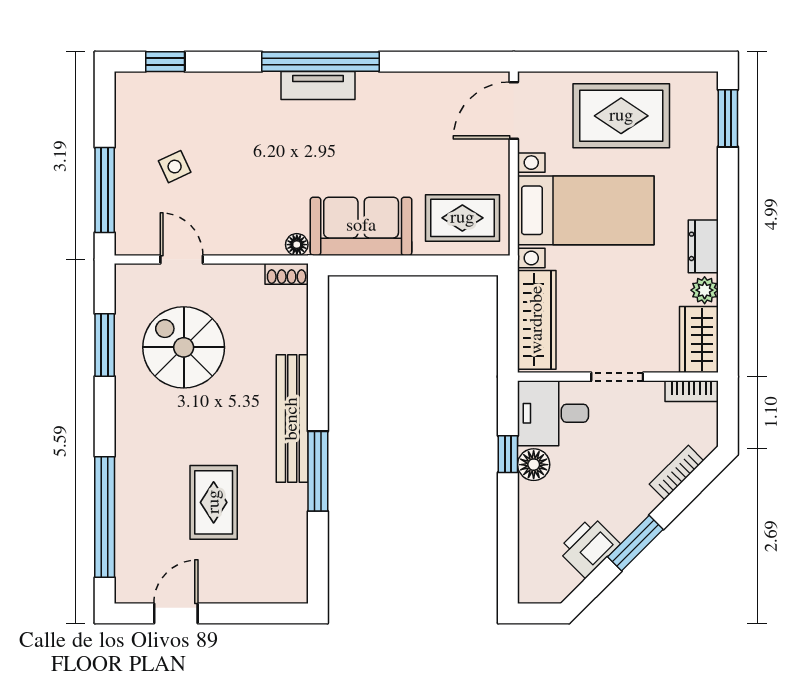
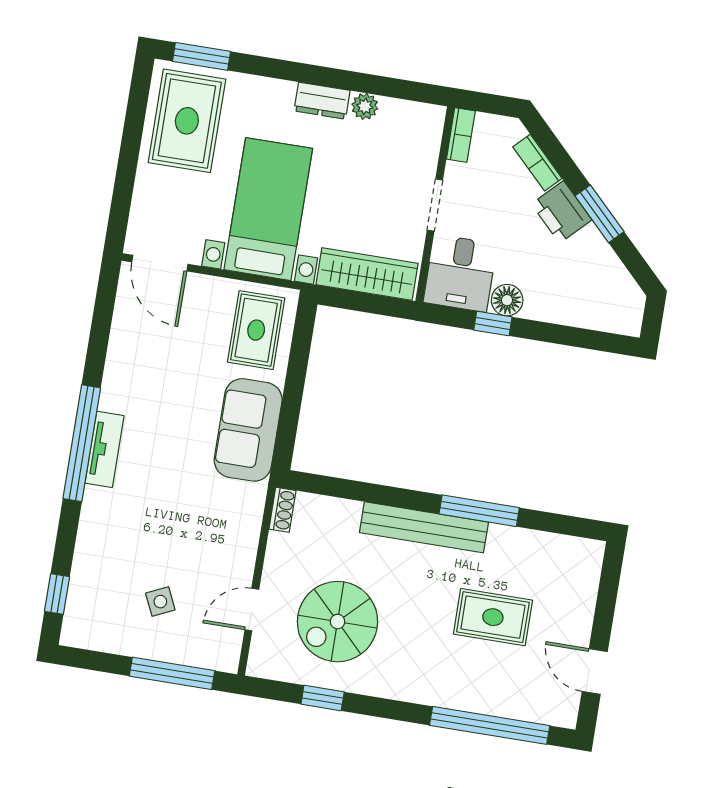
rug: (621, 116) -> (187, 121), moved
floor lamp: (297, 245) -> (256, 495), removed
wardrobe: (699, 340) -> (412, 120), removed
window: (105, 345) -> (323, 698), width x0.67
printer: (589, 547) -> (562, 212), moved

